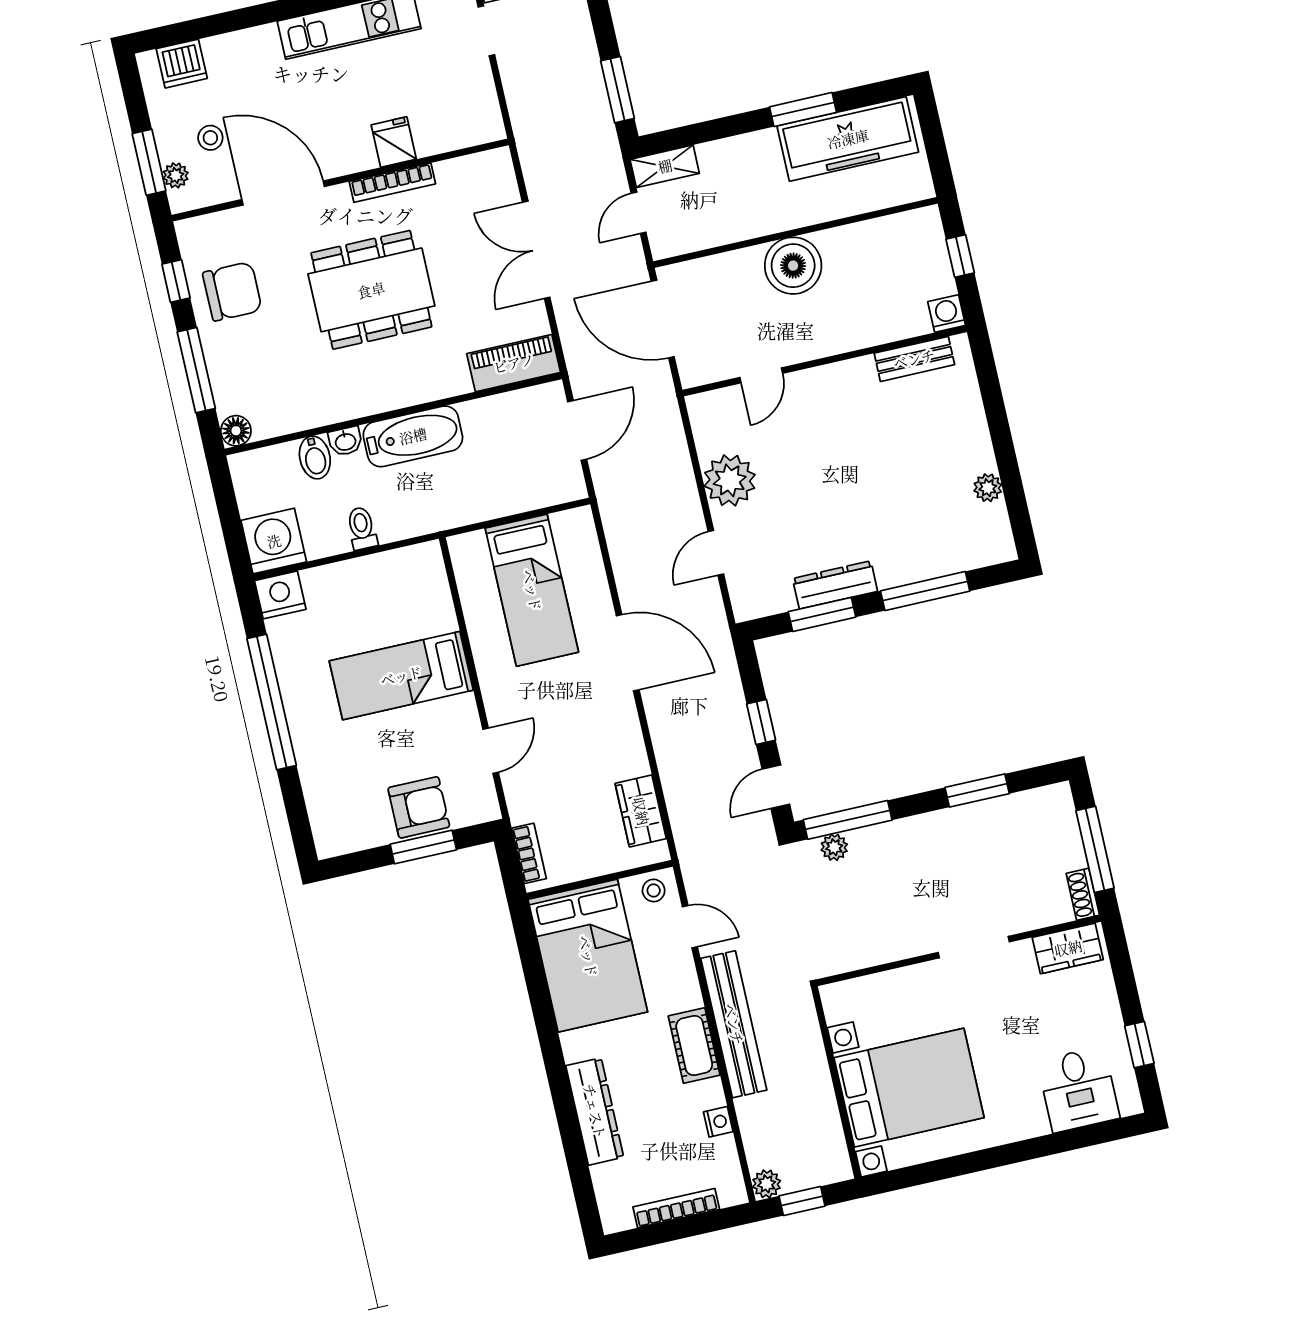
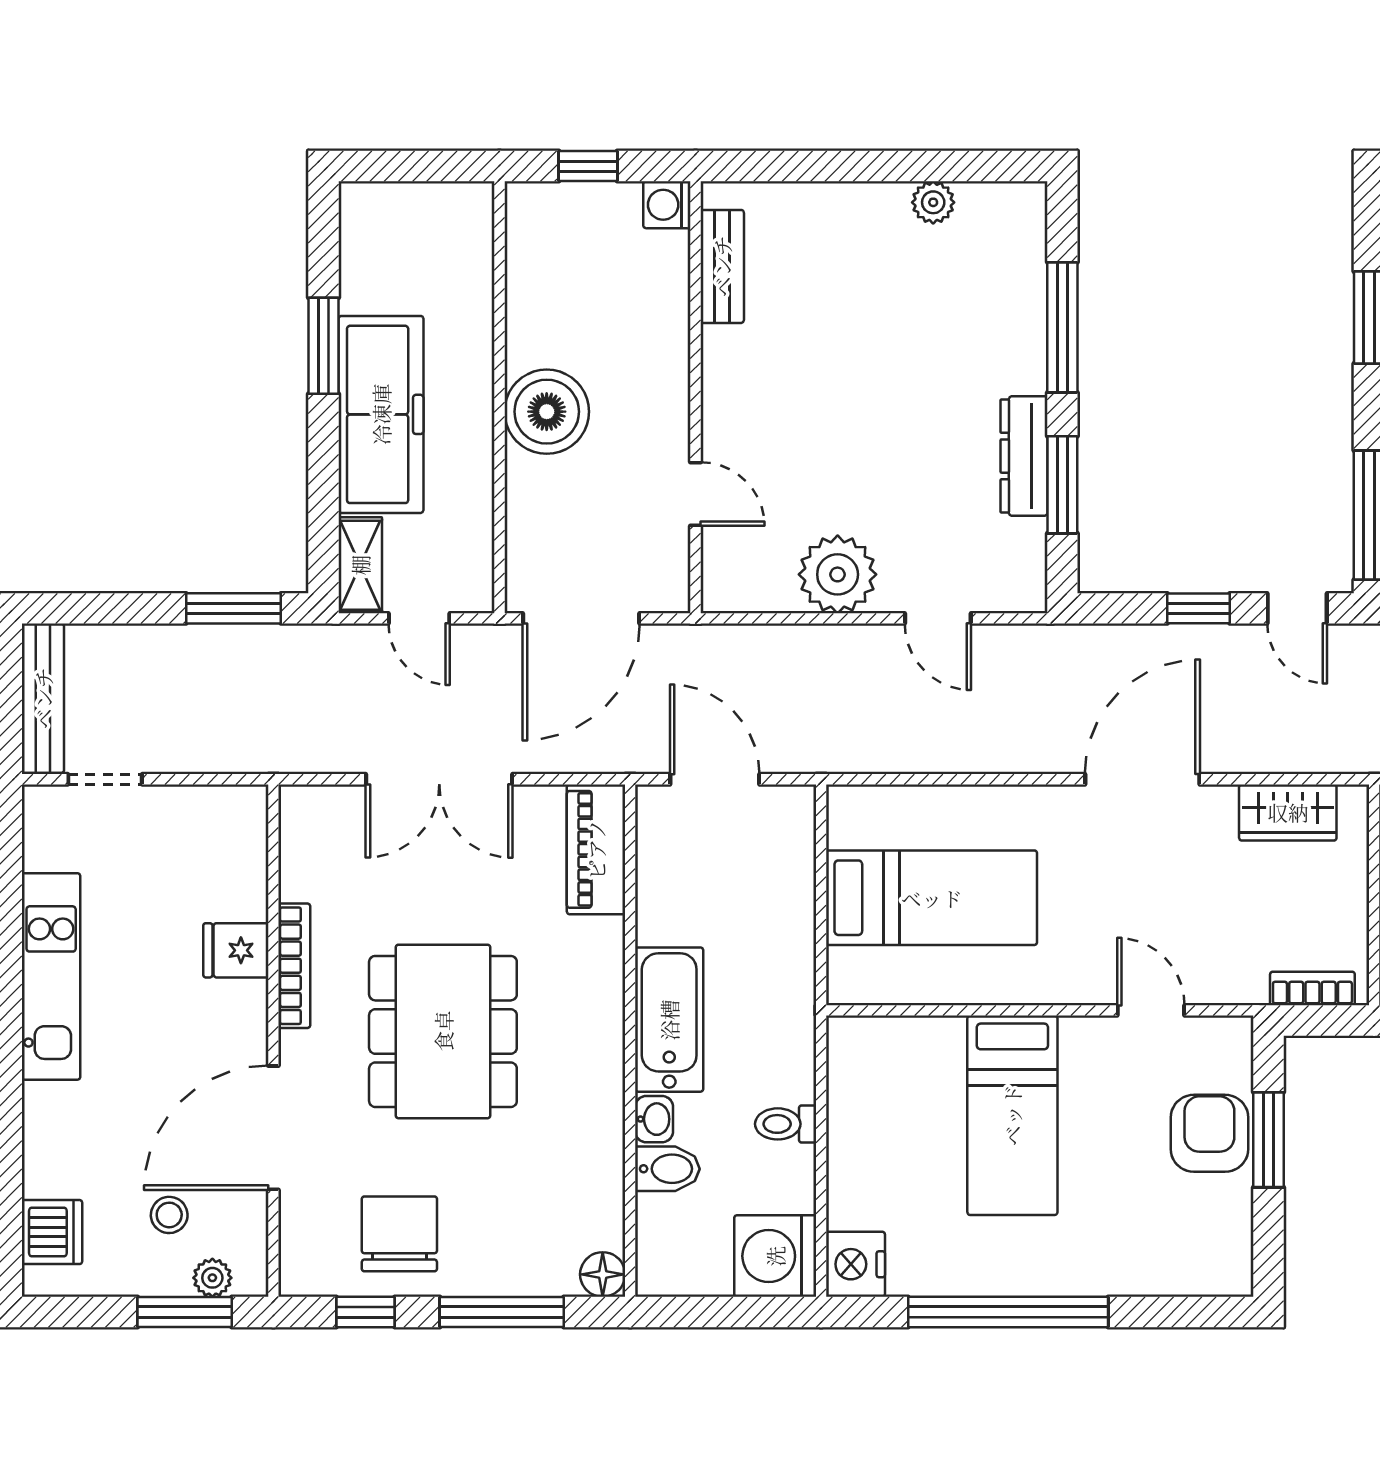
freezer: (848, 139) -> (381, 414), moved
door: (628, 653) -> (1142, 779), moved

